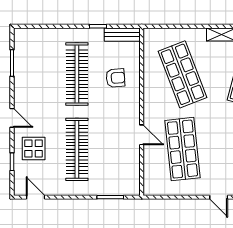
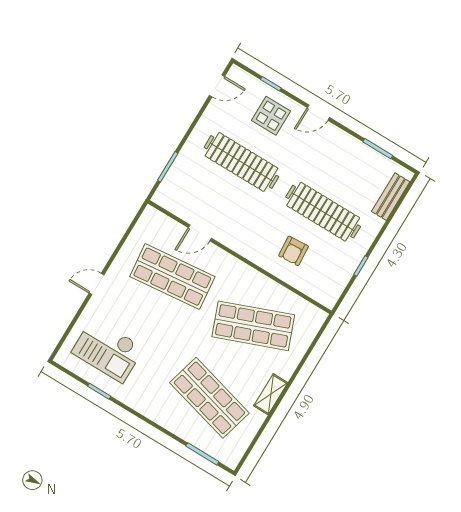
bench: (122, 35) -> (391, 197), moved
door: (142, 135) -> (200, 233), moved

